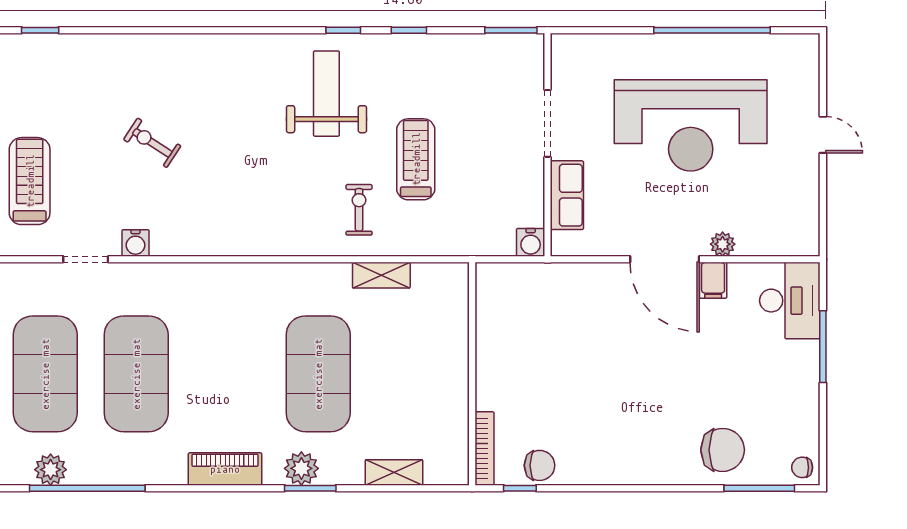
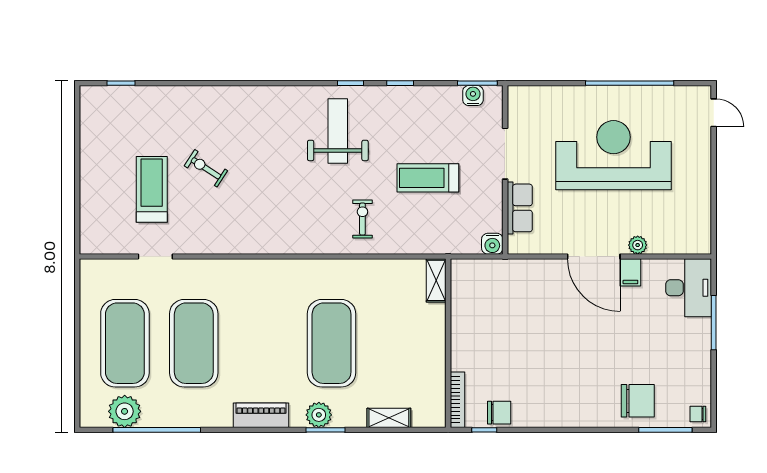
reception desk: (691, 125) -> (614, 155), turned 180
door: (823, 135) -> (714, 113), moved
treadmill: (416, 159) -> (428, 178), moved, turned -90
treadmill: (30, 181) -> (152, 189), moved
water cooler: (136, 243) -> (473, 96), moved, turned 180
shelving: (381, 275) -> (436, 280), moved, turned 90
plant: (51, 470) -> (125, 411), width x1.36, depth x1.36

